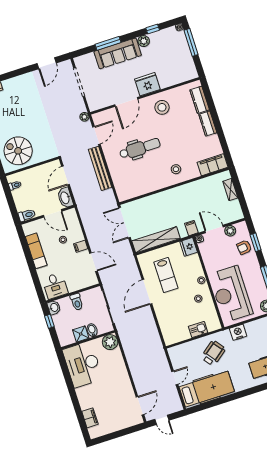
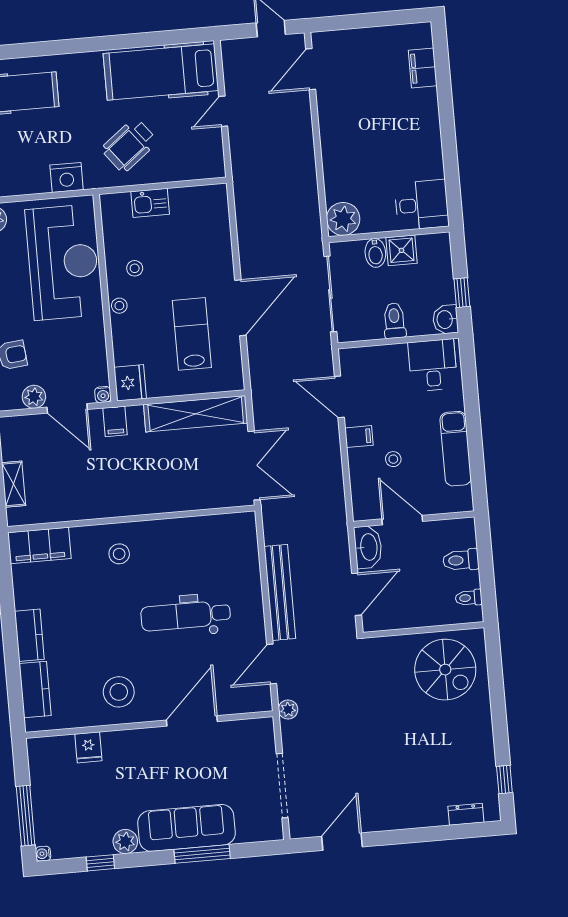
fridge: (147, 84) -> (88, 747), moved, width x0.53, depth x0.75
toilet: (27, 215) -> (461, 560), moved
desk: (83, 364) -> (422, 205), width x0.53, depth x0.77

